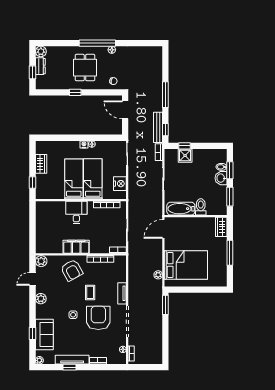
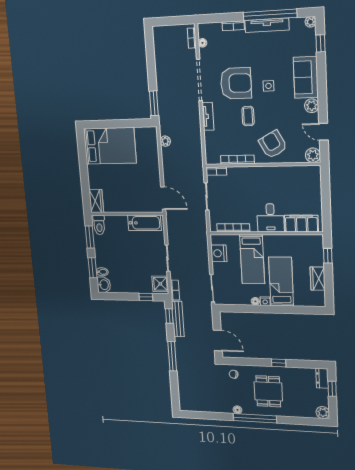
dresser: (40, 66) -> (322, 378), moved
shower: (185, 156) -> (160, 284), moved
washbasin: (221, 178) -> (104, 285), moved
bed: (74, 179) -> (281, 282), moved, turned 180
toilet: (201, 207) -> (99, 225), moved
door: (163, 229) -> (163, 198), hinge flipped
filing cabinet: (76, 247) -> (301, 224), moved, turned 180
window: (230, 253) -> (84, 170), removed
bed: (186, 265) -> (110, 146), moved, turned 180
door: (33, 279) -> (323, 132), swing flipped
armchair: (98, 318) -> (236, 83), turned -90
window: (33, 334) -> (320, 43), moved
sofa: (44, 334) -> (306, 77), moved
window: (69, 367) -> (270, 15), width x3.17

